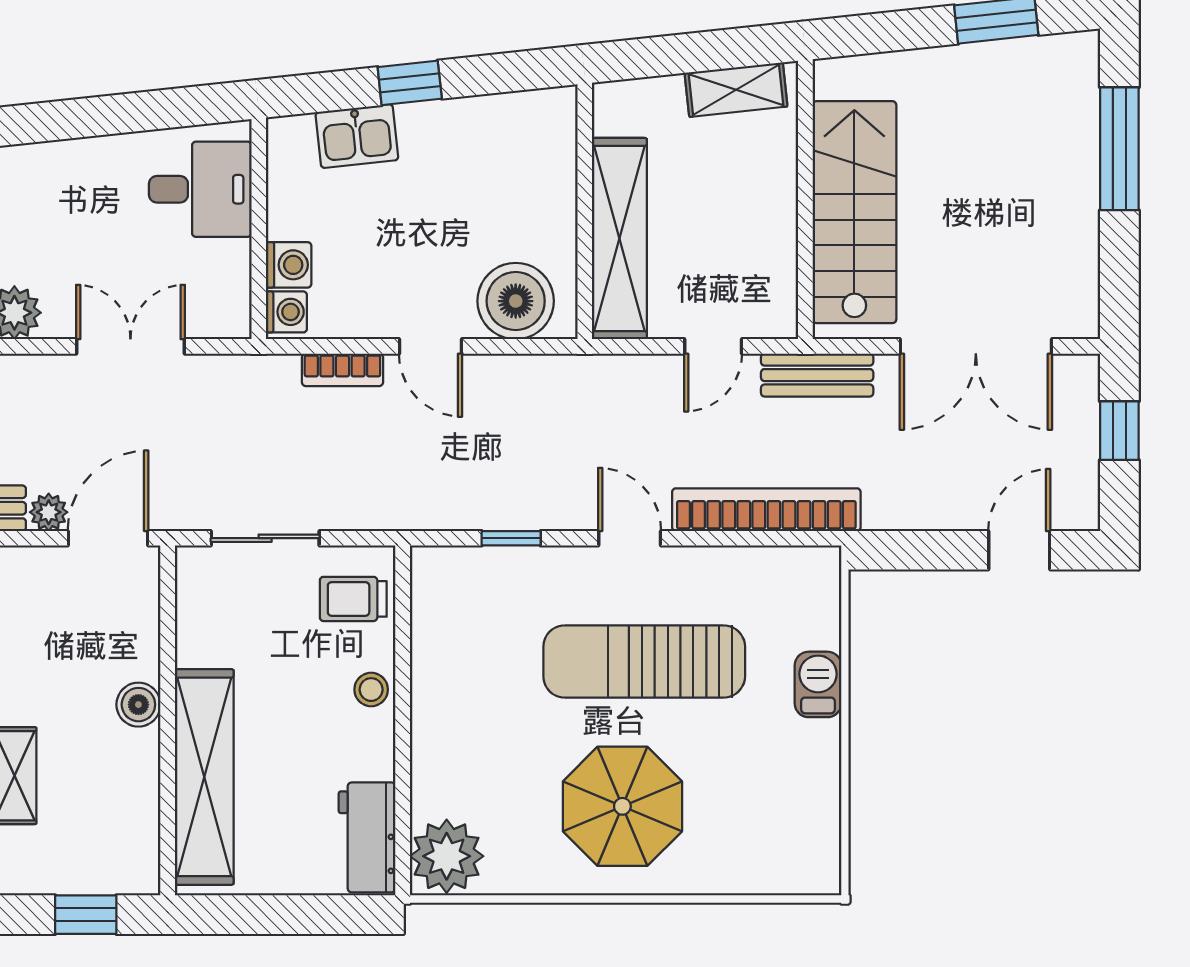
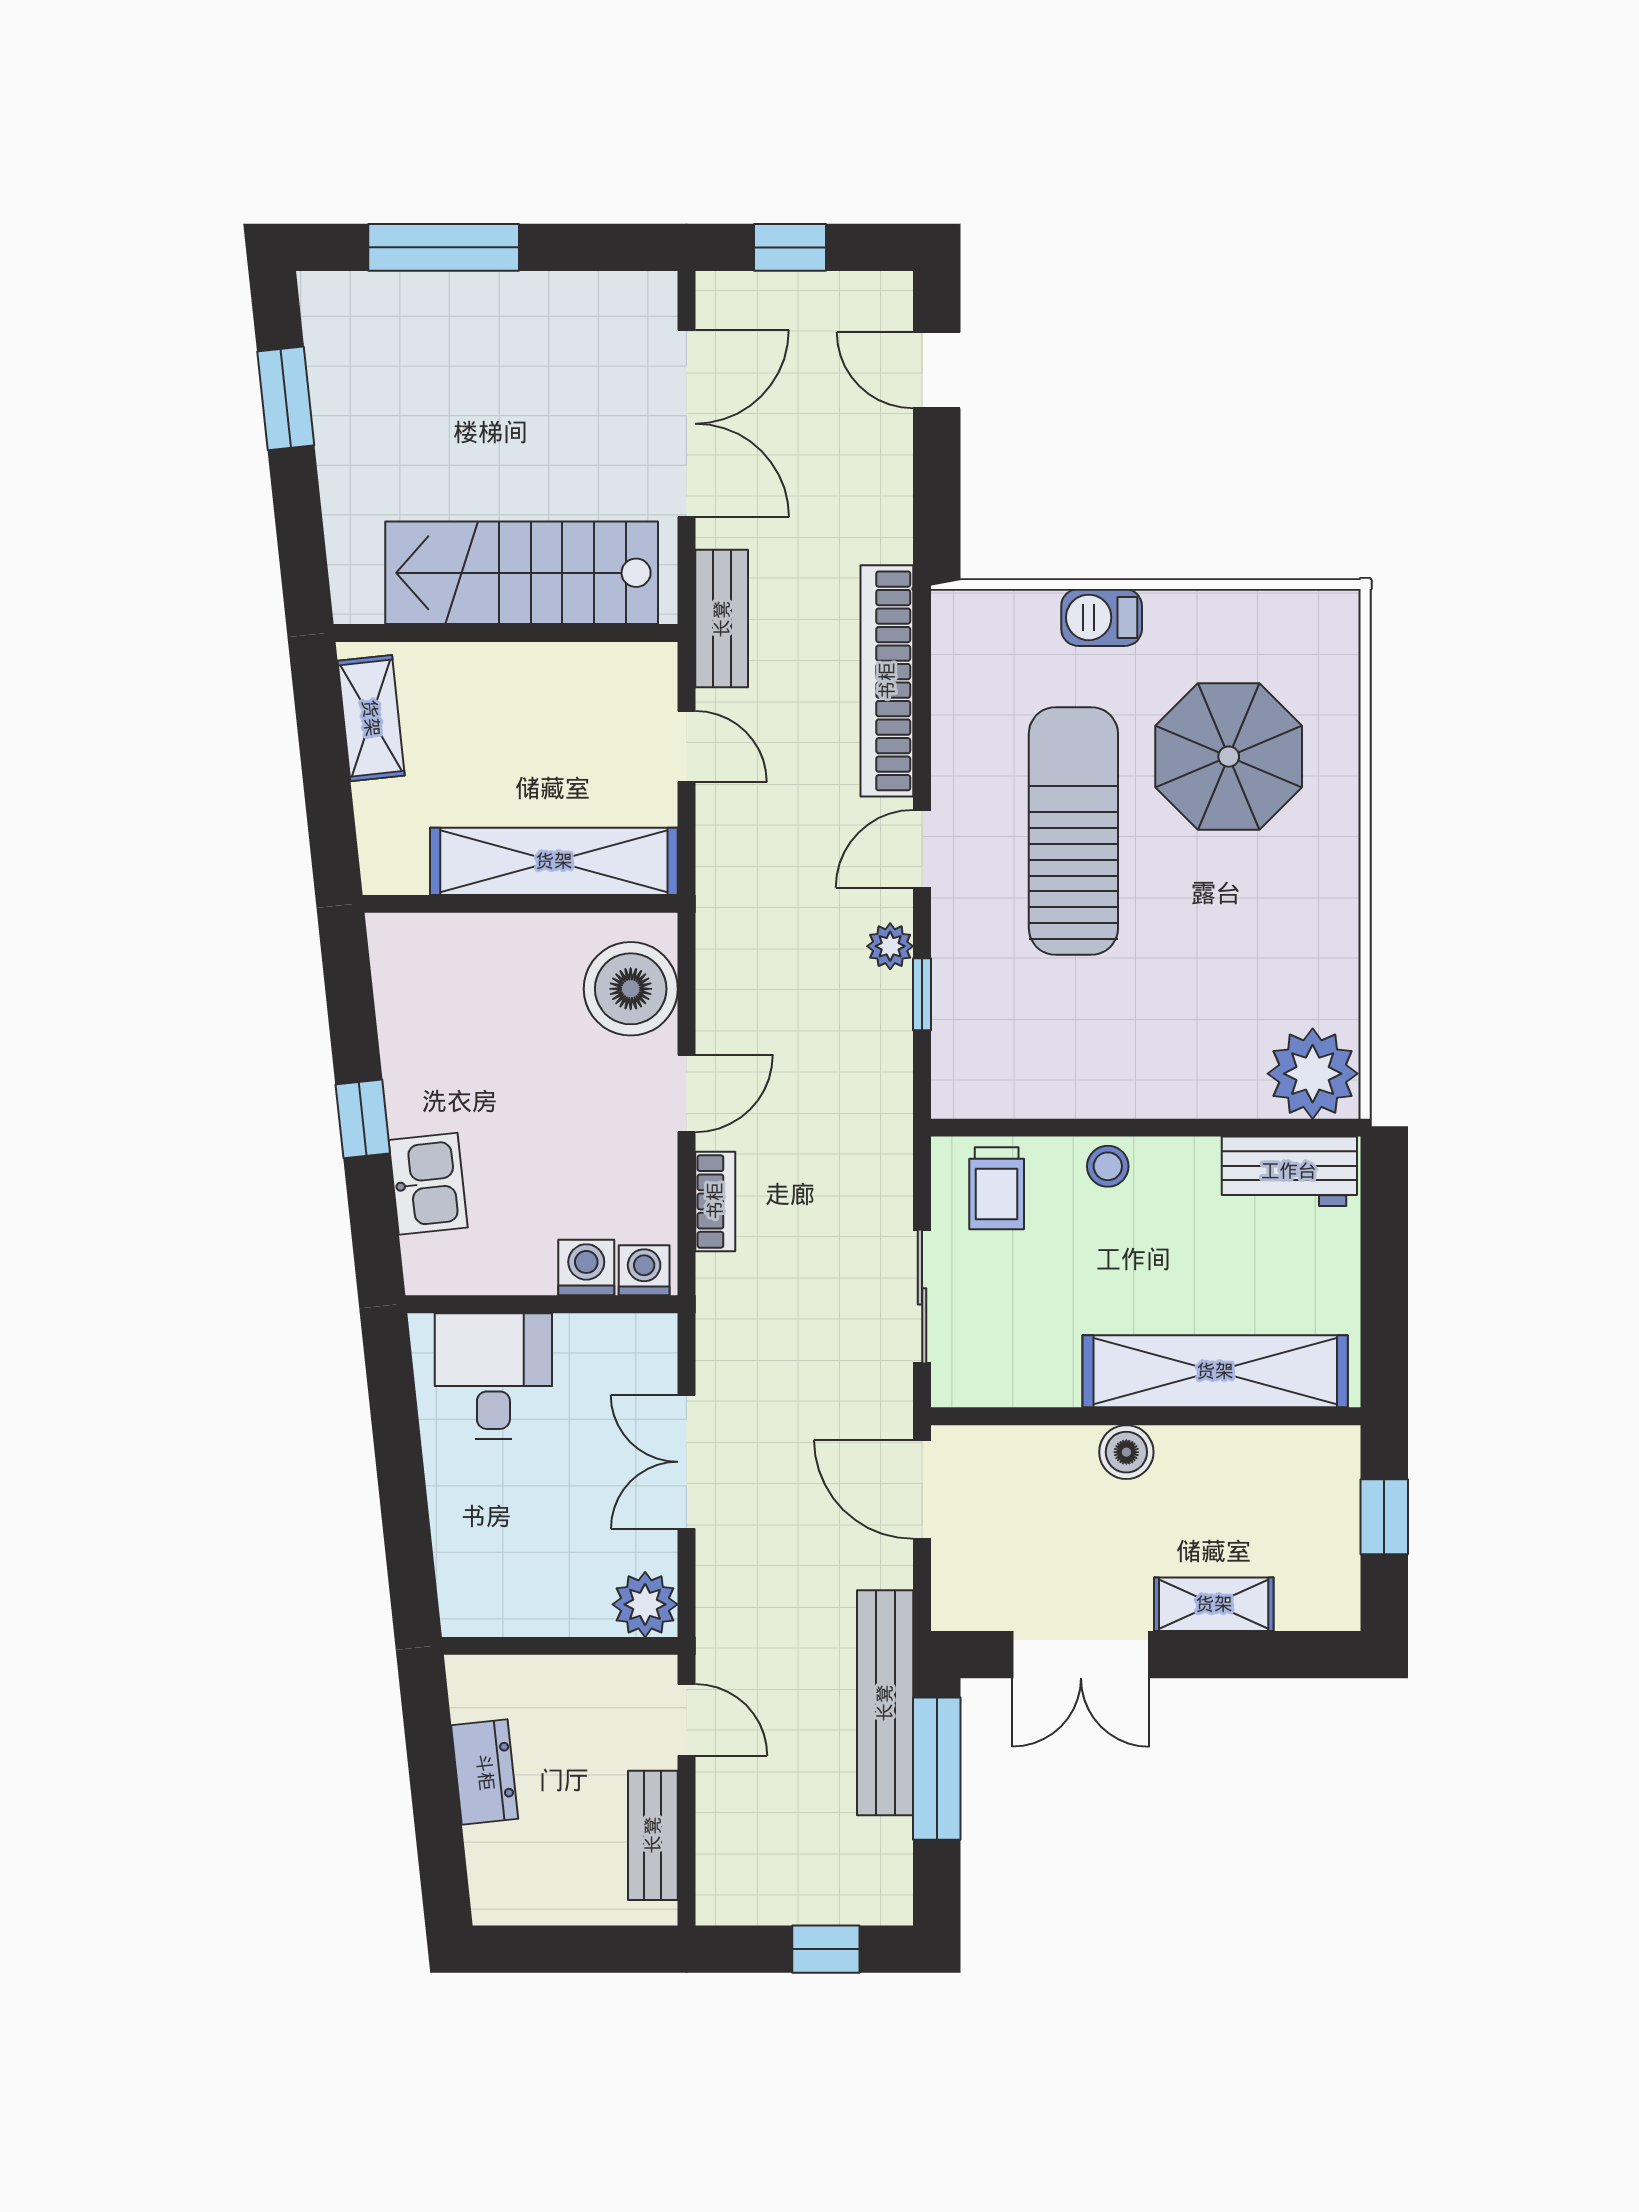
plant: (49, 512) -> (890, 946), moved
sun lounger: (644, 661) -> (1073, 831), turned 180
parasol: (622, 806) -> (1229, 757), moved

